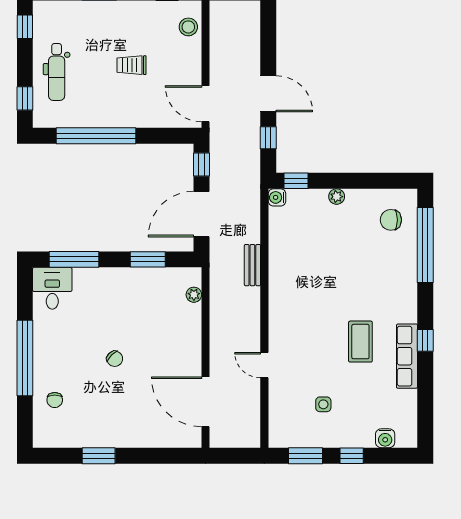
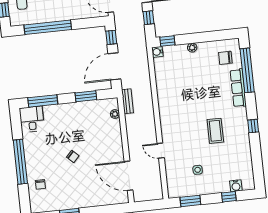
bench: (252, 265) -> (127, 101), moved
row of seats: (407, 356) -> (238, 88), moved
window: (352, 456) -> (229, 197), moved

